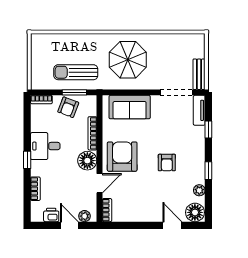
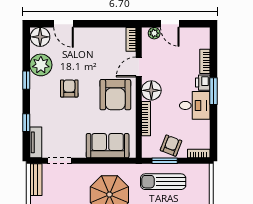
sun lounger: (76, 72) -> (163, 182), turned 180
doorway: (176, 92) -> (59, 161), width x0.73
window: (27, 160) -> (213, 91), width x1.50
plant: (199, 190) -> (41, 65), width x1.87, depth x1.87
printer: (51, 215) -> (203, 83), moved, turned 90

